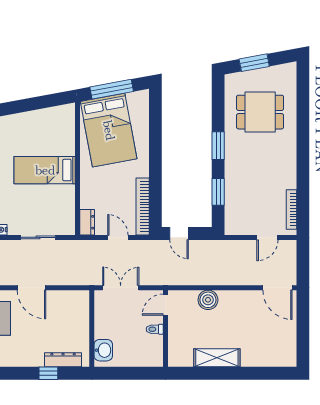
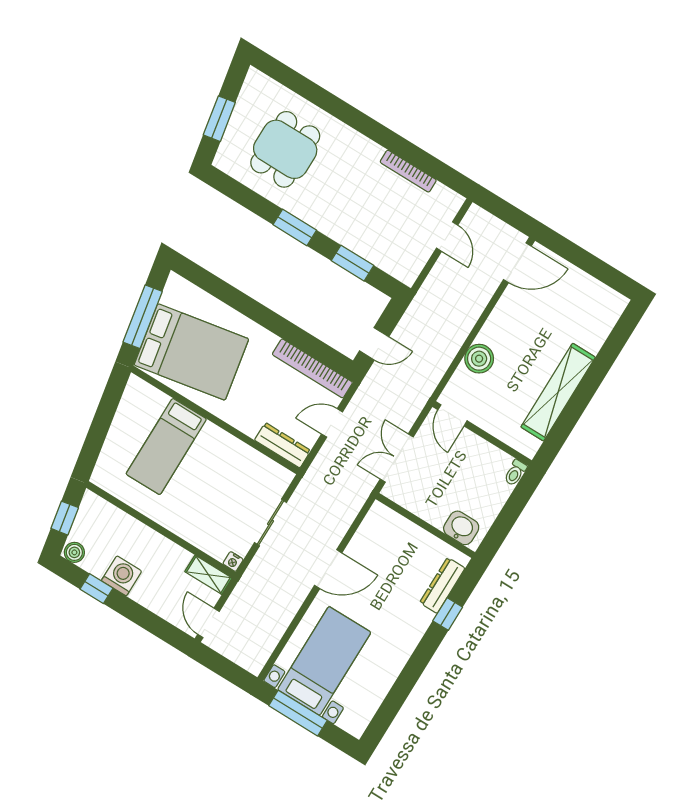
bed: (45, 170) -> (166, 446), moved
bookcase: (292, 210) -> (408, 171), moved
dresser: (87, 222) -> (283, 445), width x1.44
toilet: (155, 329) -> (515, 473), moved
shelving: (217, 358) -> (558, 392), width x1.47

